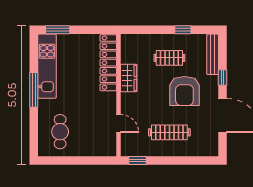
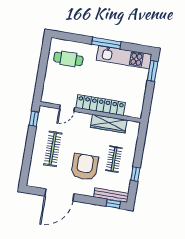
locker: (108, 63) -> (101, 105), moved
wardrobe: (129, 78) -> (109, 124), width x1.50
window: (222, 78) -> (113, 204), moved
armchair: (184, 91) -> (85, 167), turned 90

